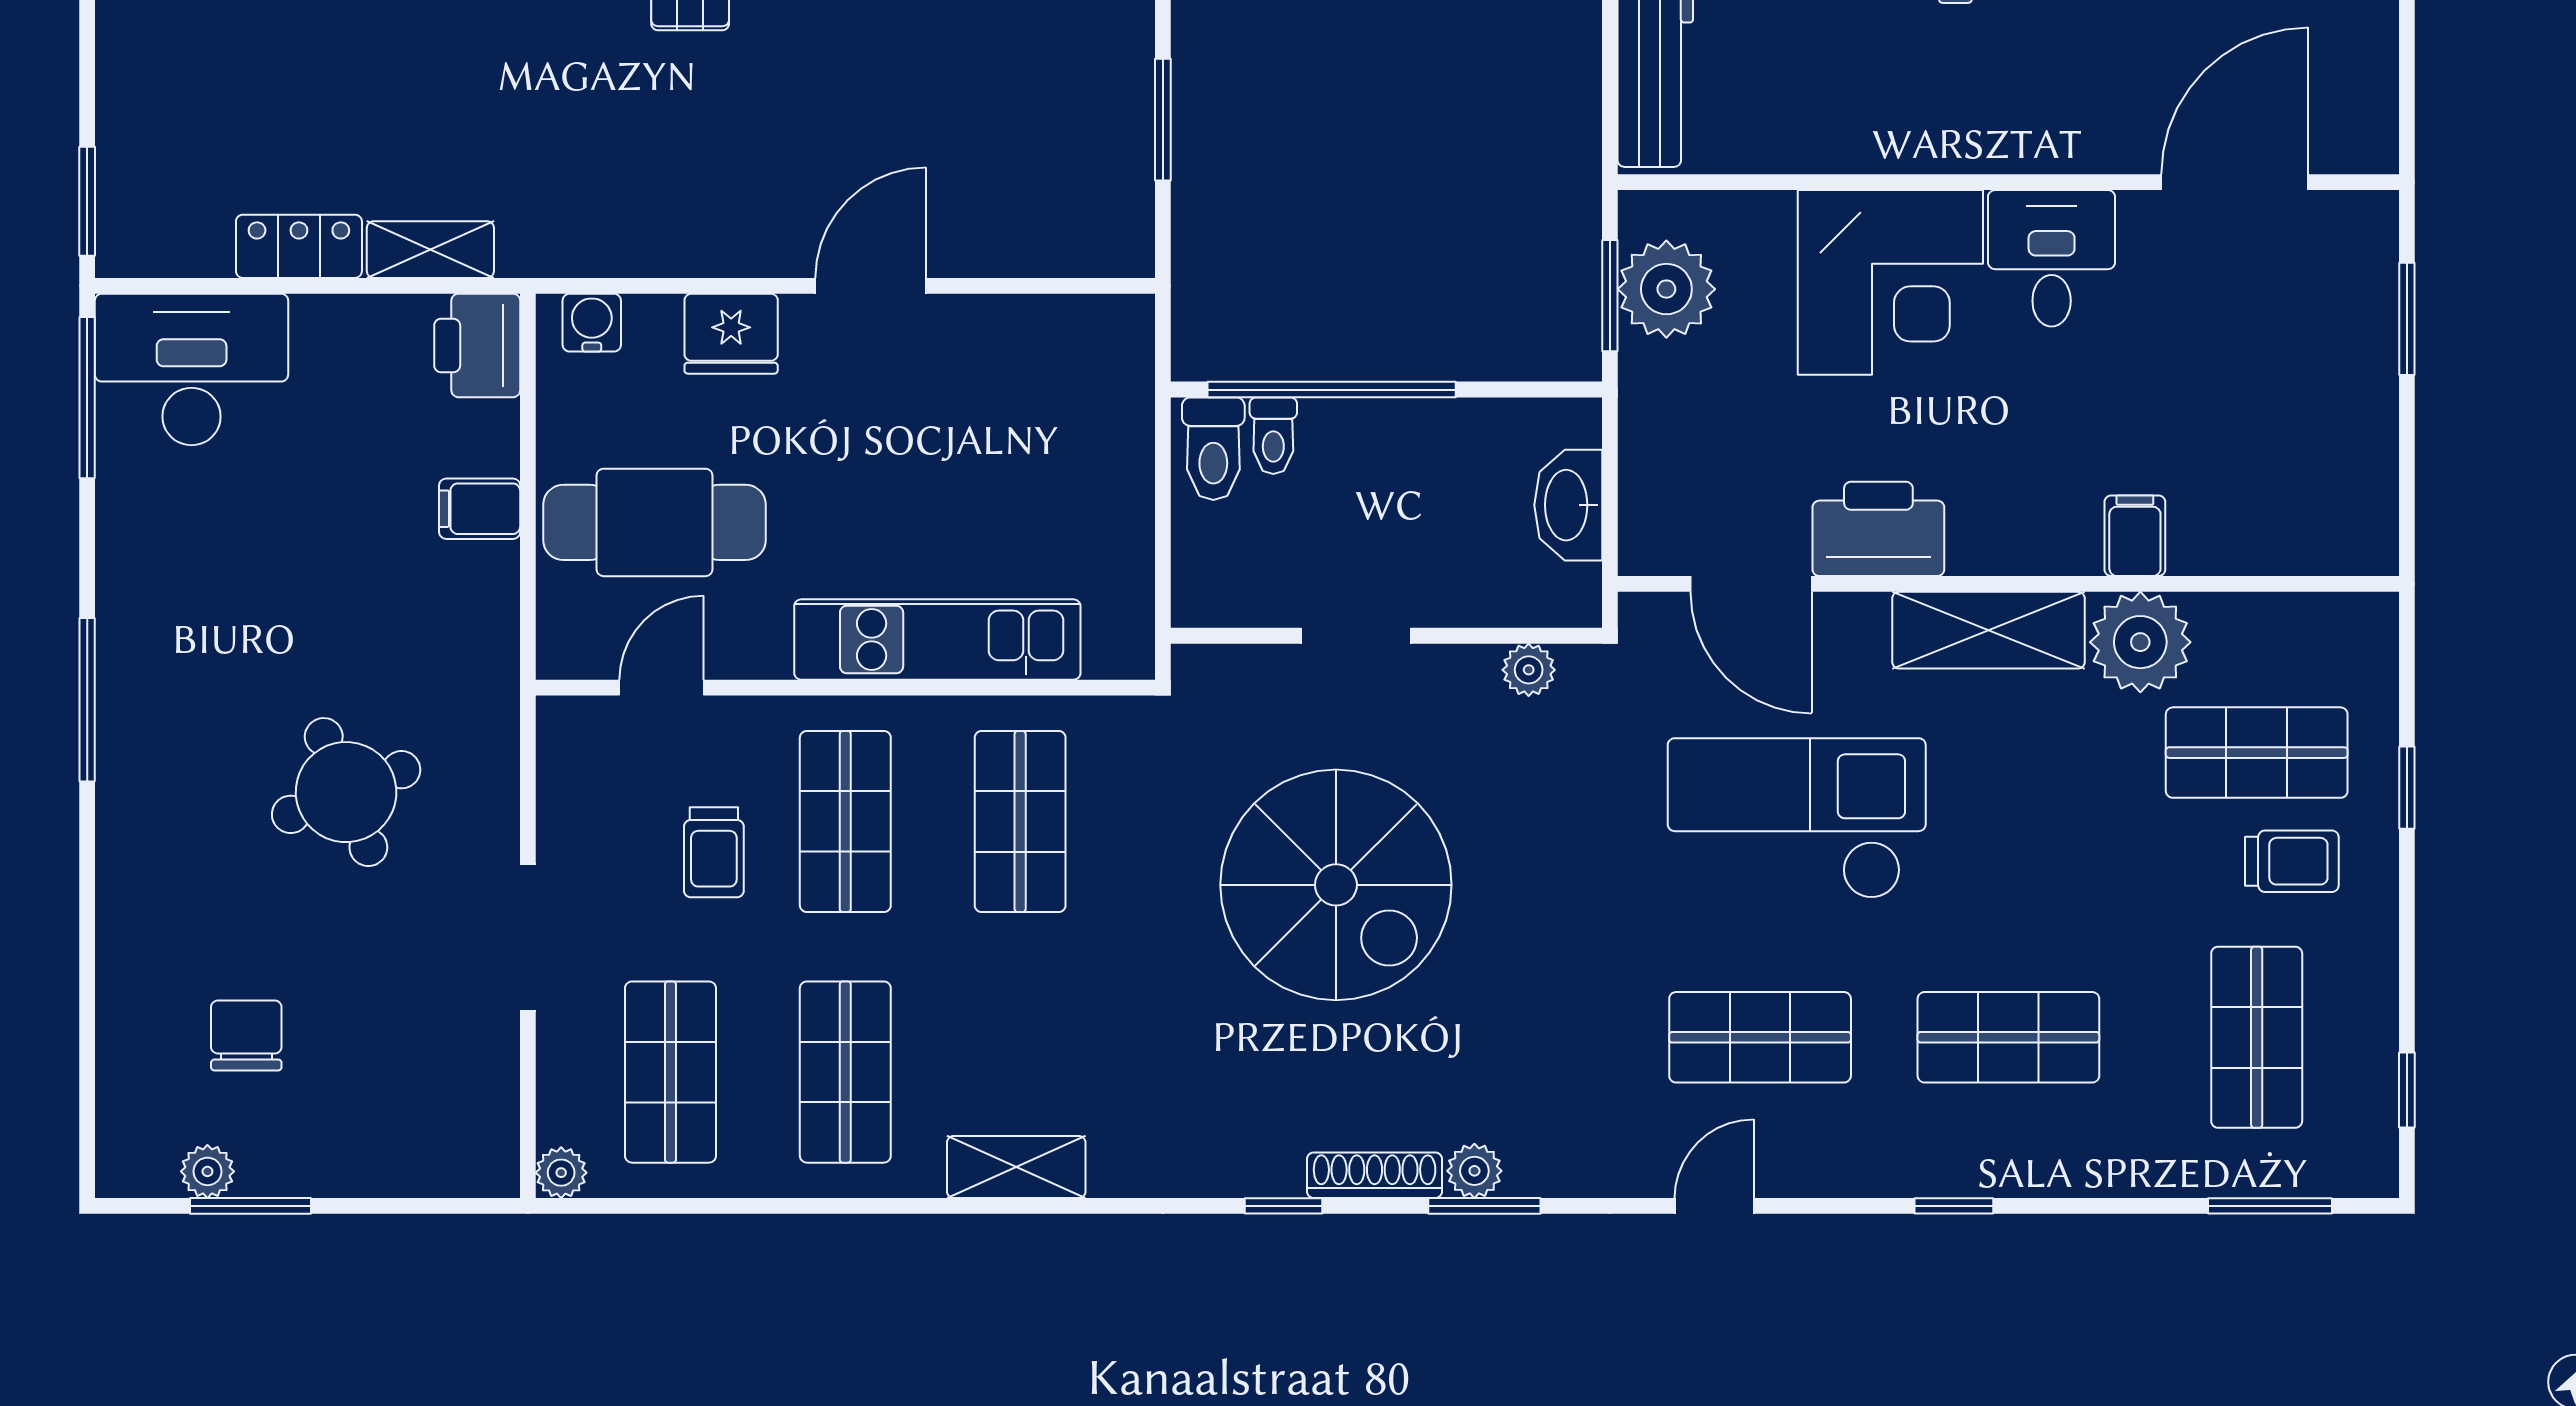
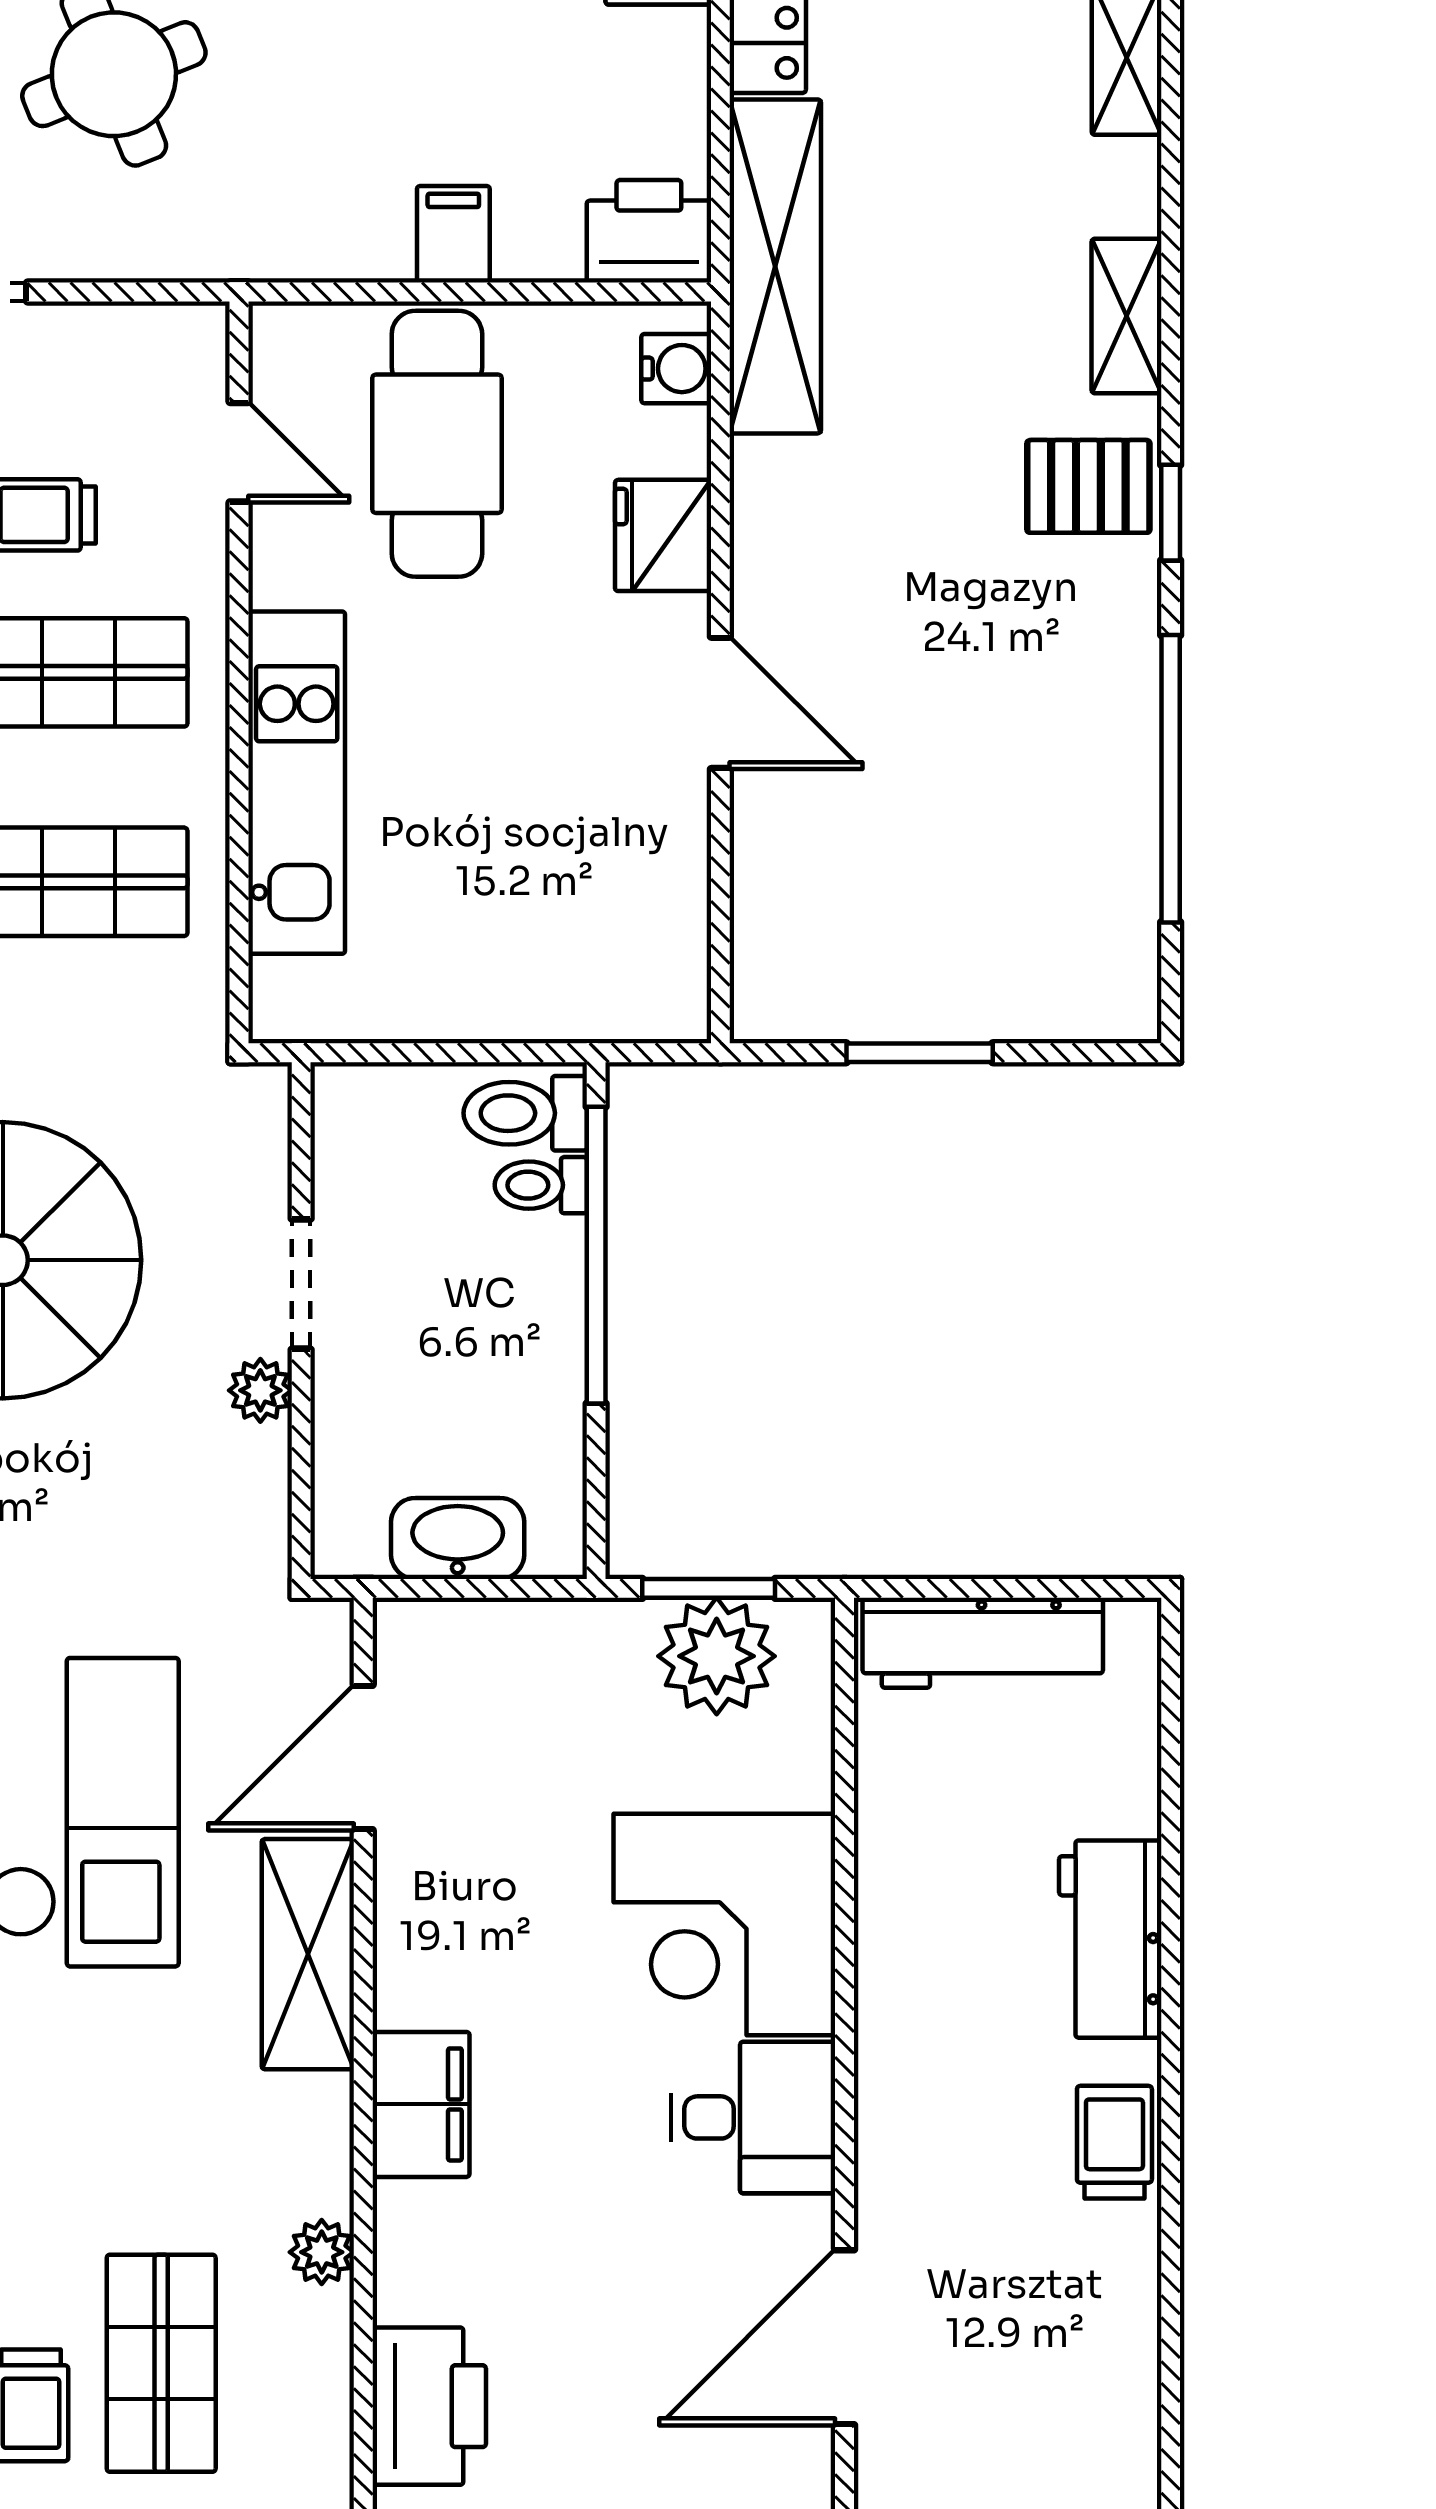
door: (2235, 182) -> (845, 2337), swing flipped
shelving: (430, 250) -> (775, 266), width x2.20, depth x1.33
printer: (1878, 529) -> (429, 2406), moved
filing cabinet: (2135, 536) -> (421, 2104), moved, width x2.00
shelving: (1989, 630) -> (308, 1954), moved
plant: (2140, 642) -> (322, 2252), width x0.53, depth x0.53
plant: (1529, 670) -> (260, 1390), moved

